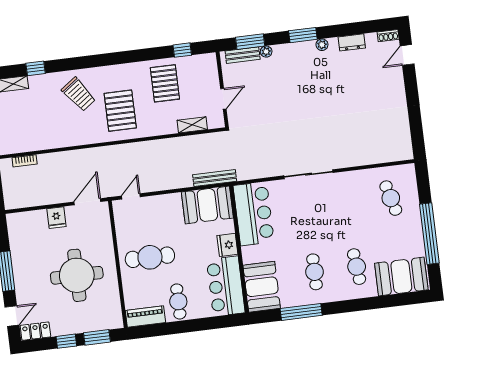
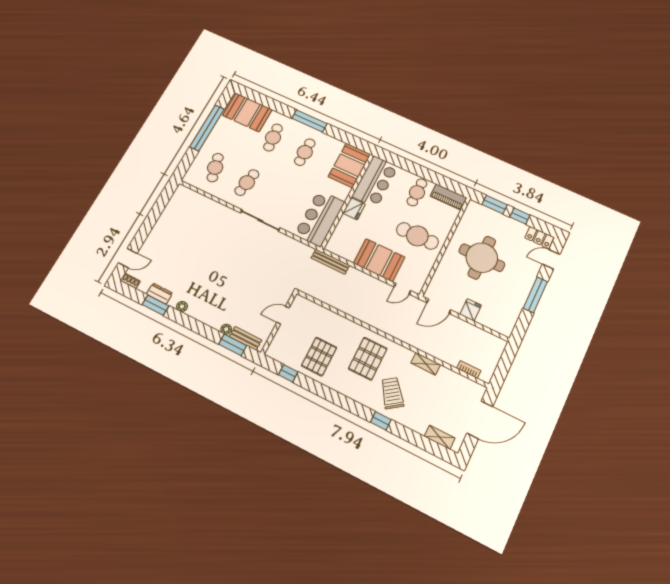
window: (303, 35) -> (155, 305), moved
window: (36, 68) -> (381, 421), moved
shelving: (192, 125) -> (426, 364), moved
cafe table: (349, 203) -> (247, 183), added
booth: (207, 205) -> (379, 260), moved
window: (301, 312) -> (309, 121), moved

